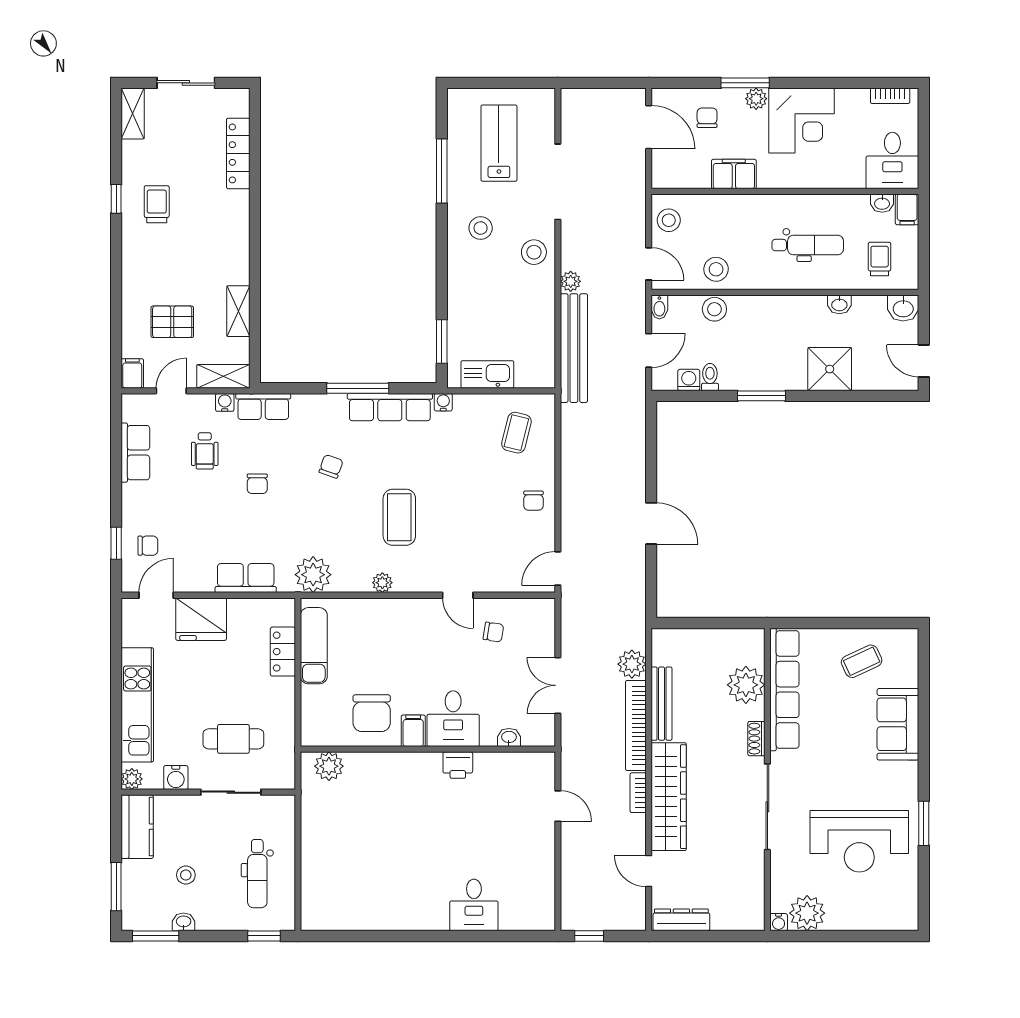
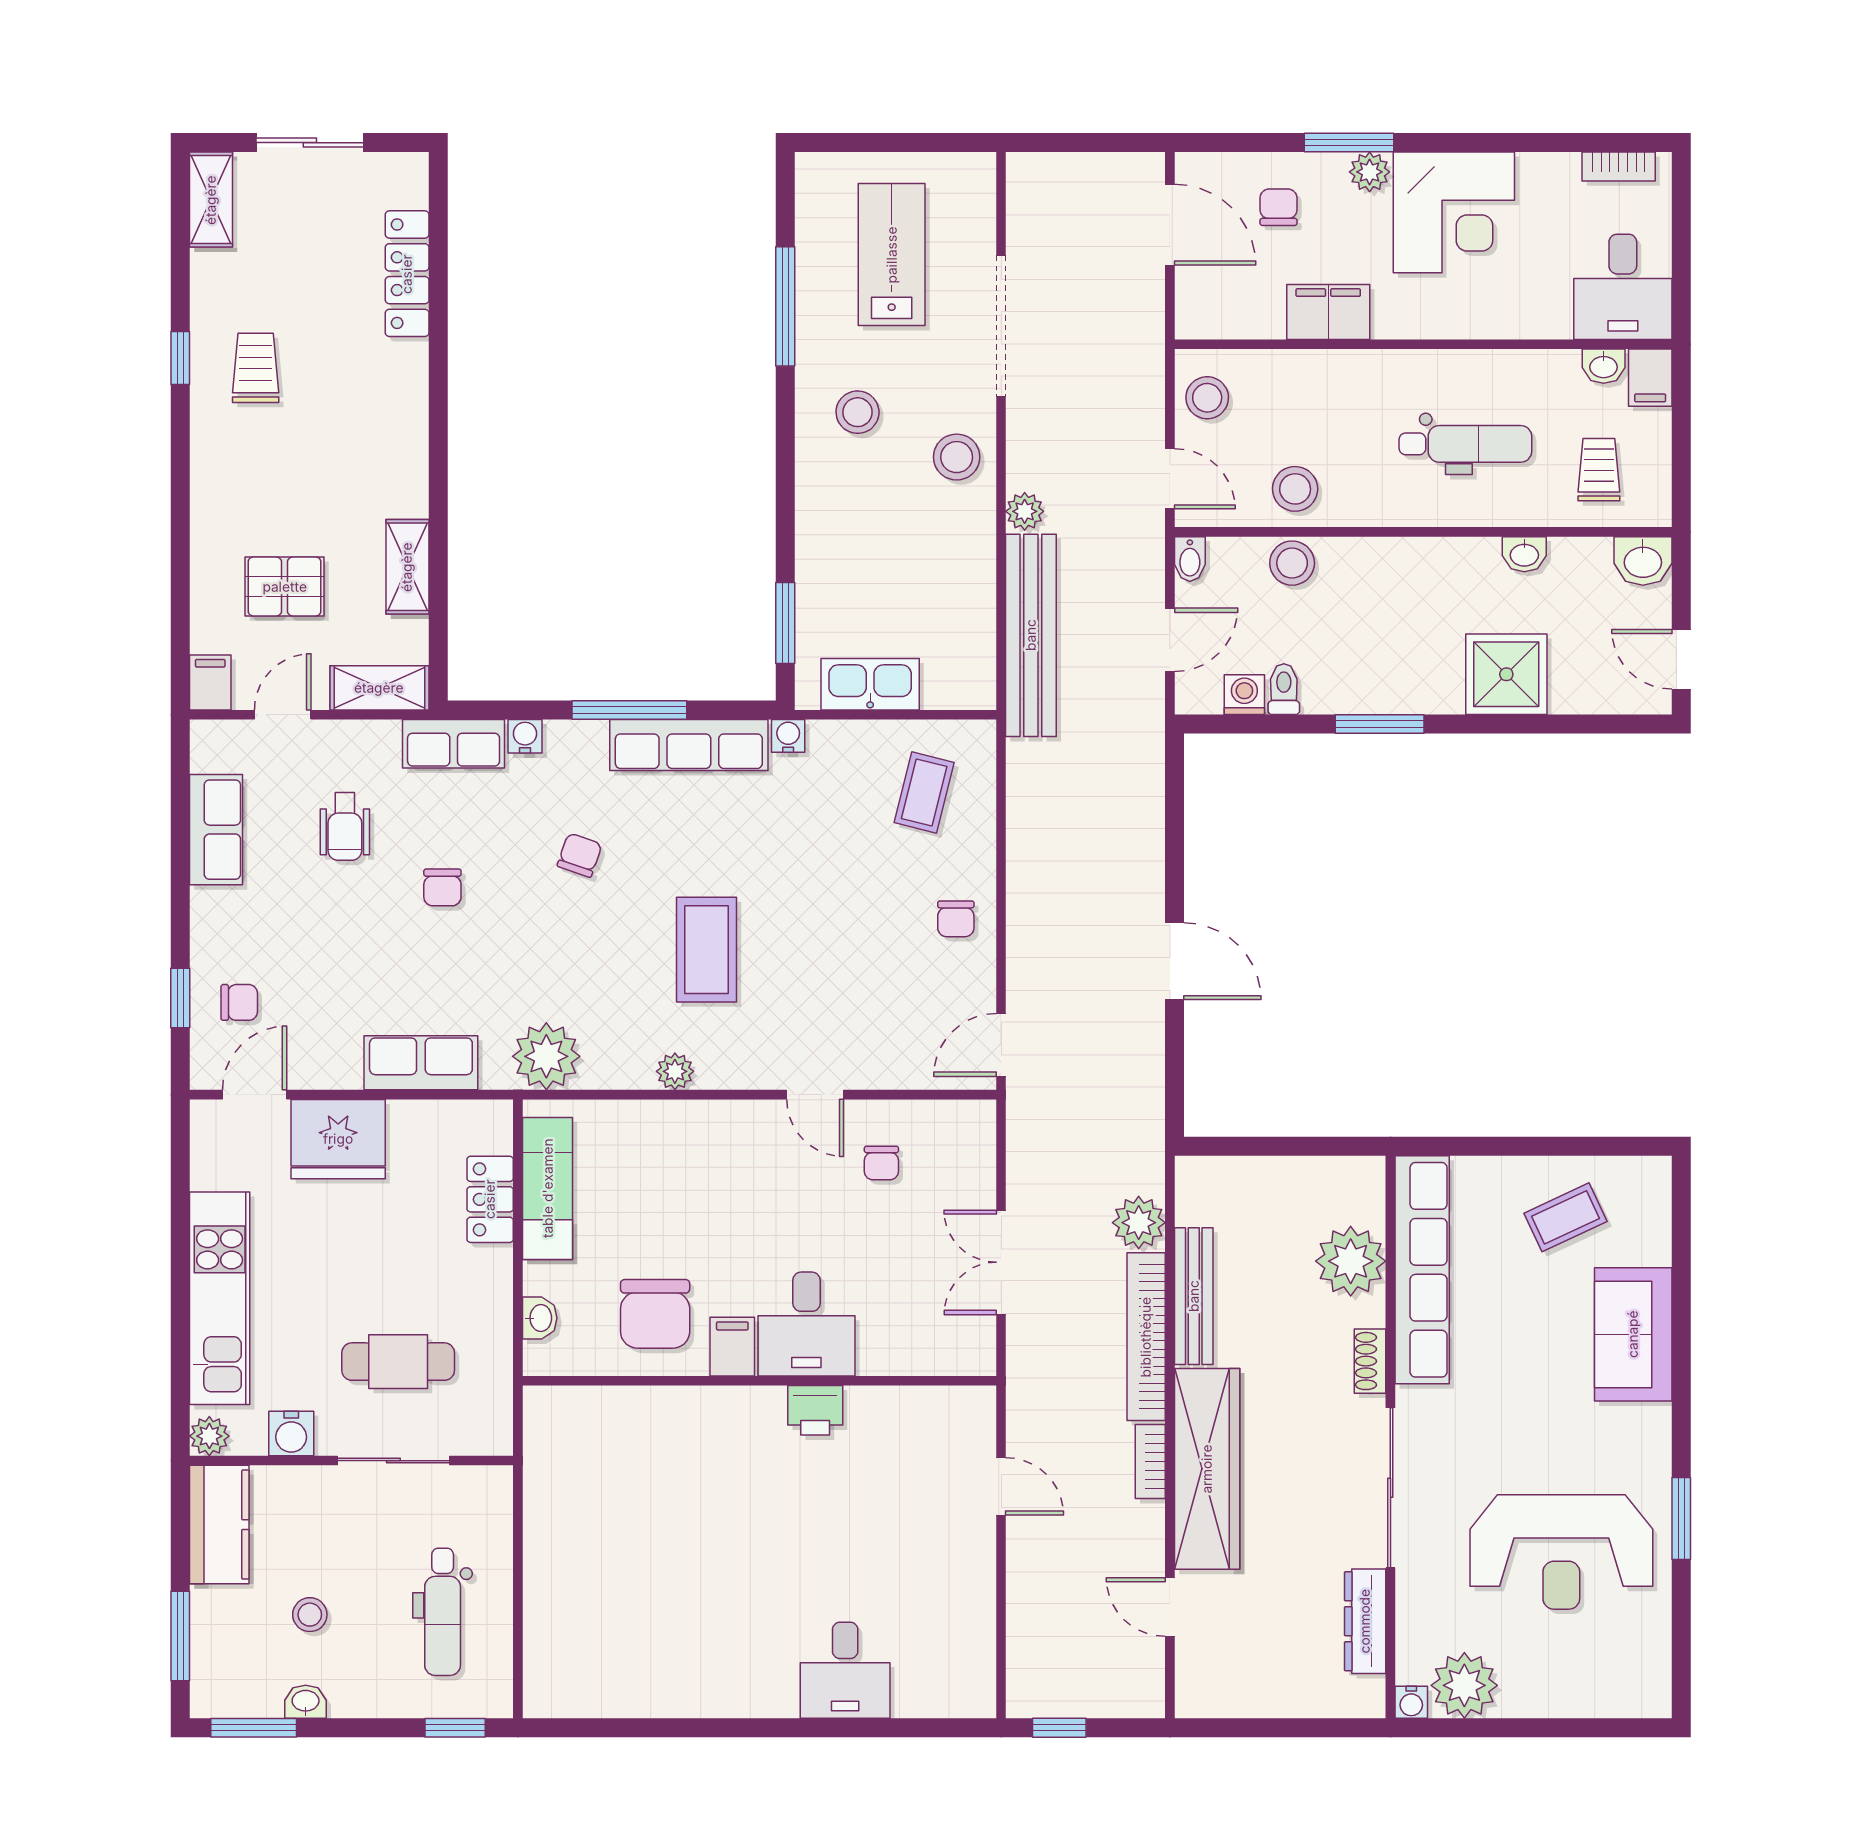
water cooler: (225, 402) -> (525, 736), moved
chair: (493, 632) -> (881, 1163), turned 81
washbasin: (509, 737) -> (540, 1318), moved, turned 90
plant: (329, 766) -> (576, 1412), removed
dresser: (681, 920) -> (1365, 1621), moved, turned -90

